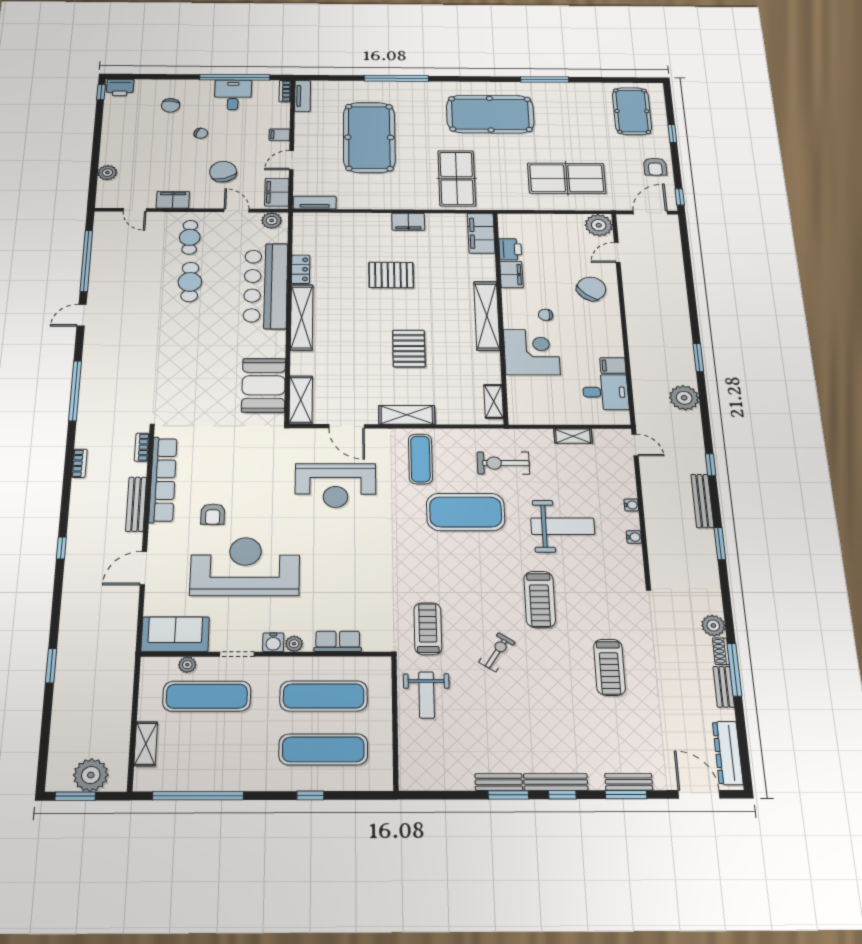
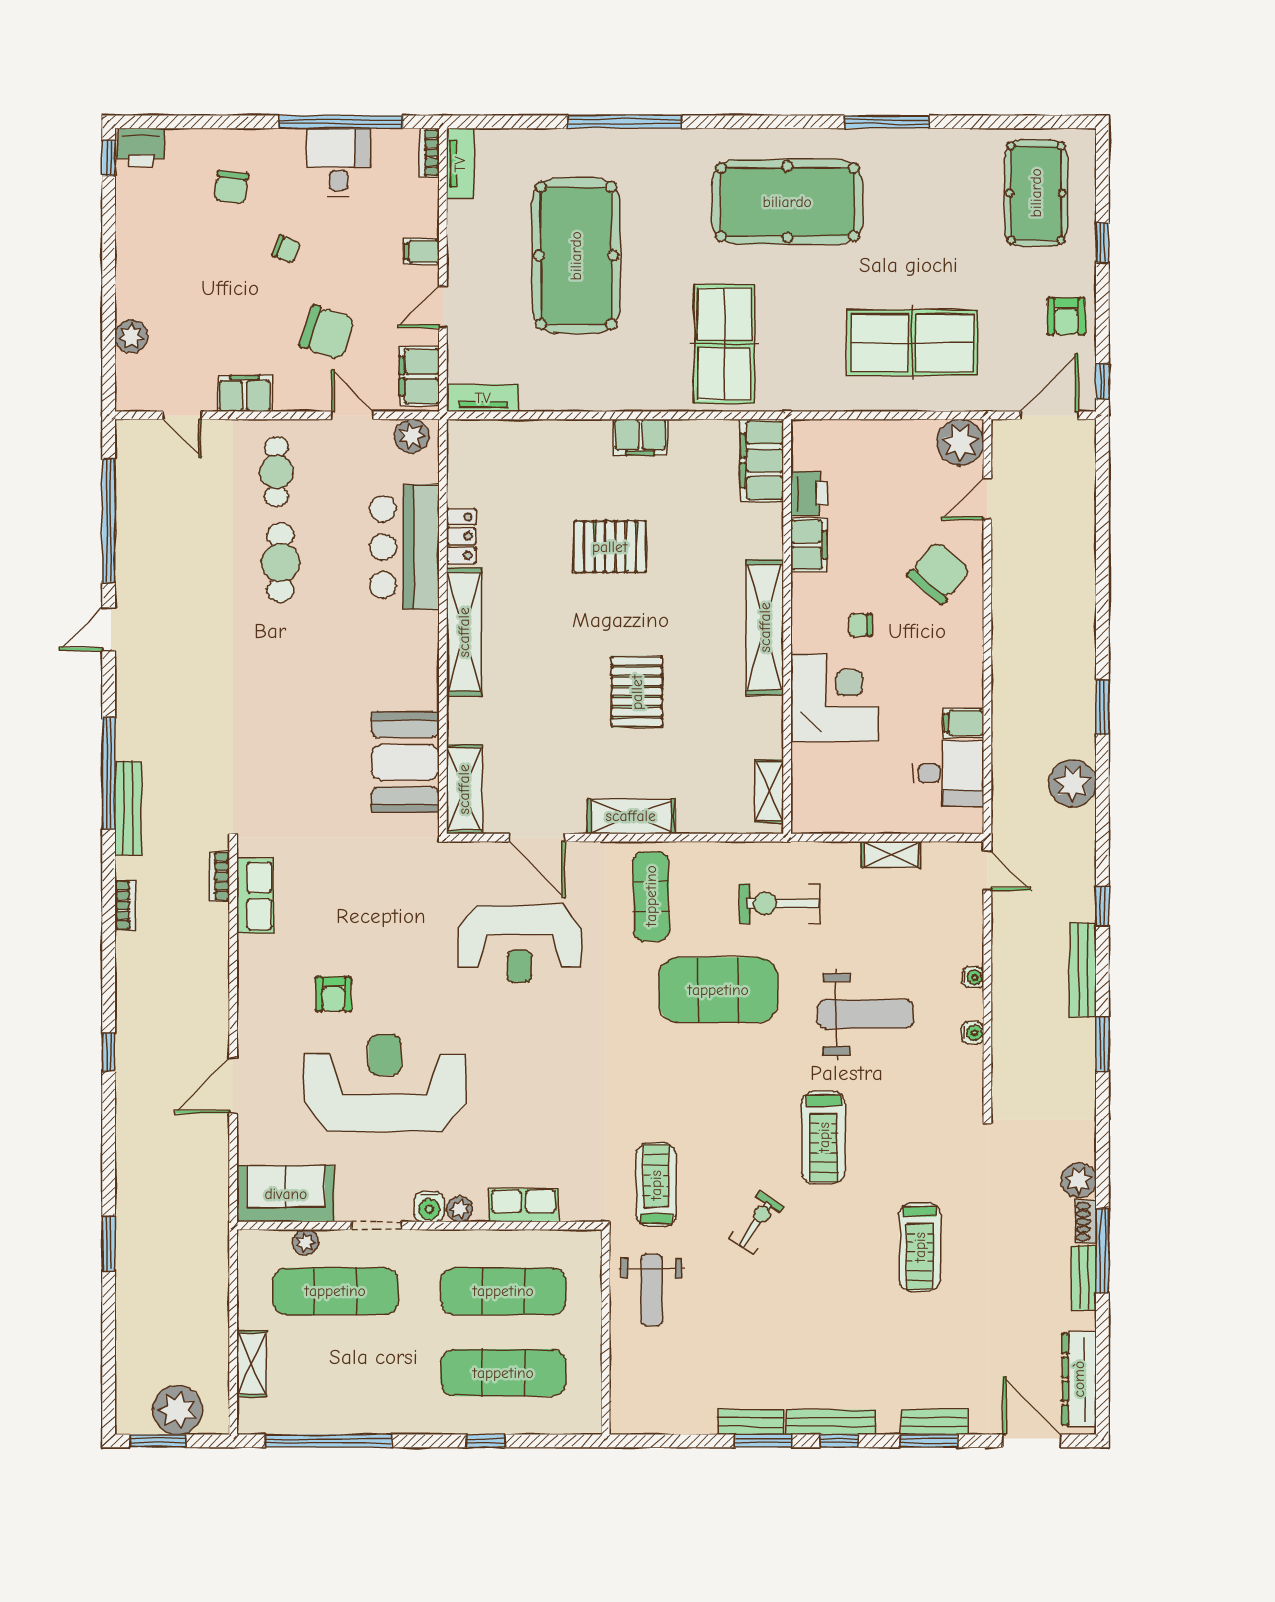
chair: (223, 172) -> (327, 333), turned 126
bar counter: (266, 286) -> (404, 547), width x0.73
row of seats: (163, 480) -> (255, 896), width x0.50
bench: (136, 504) -> (128, 808), moved

